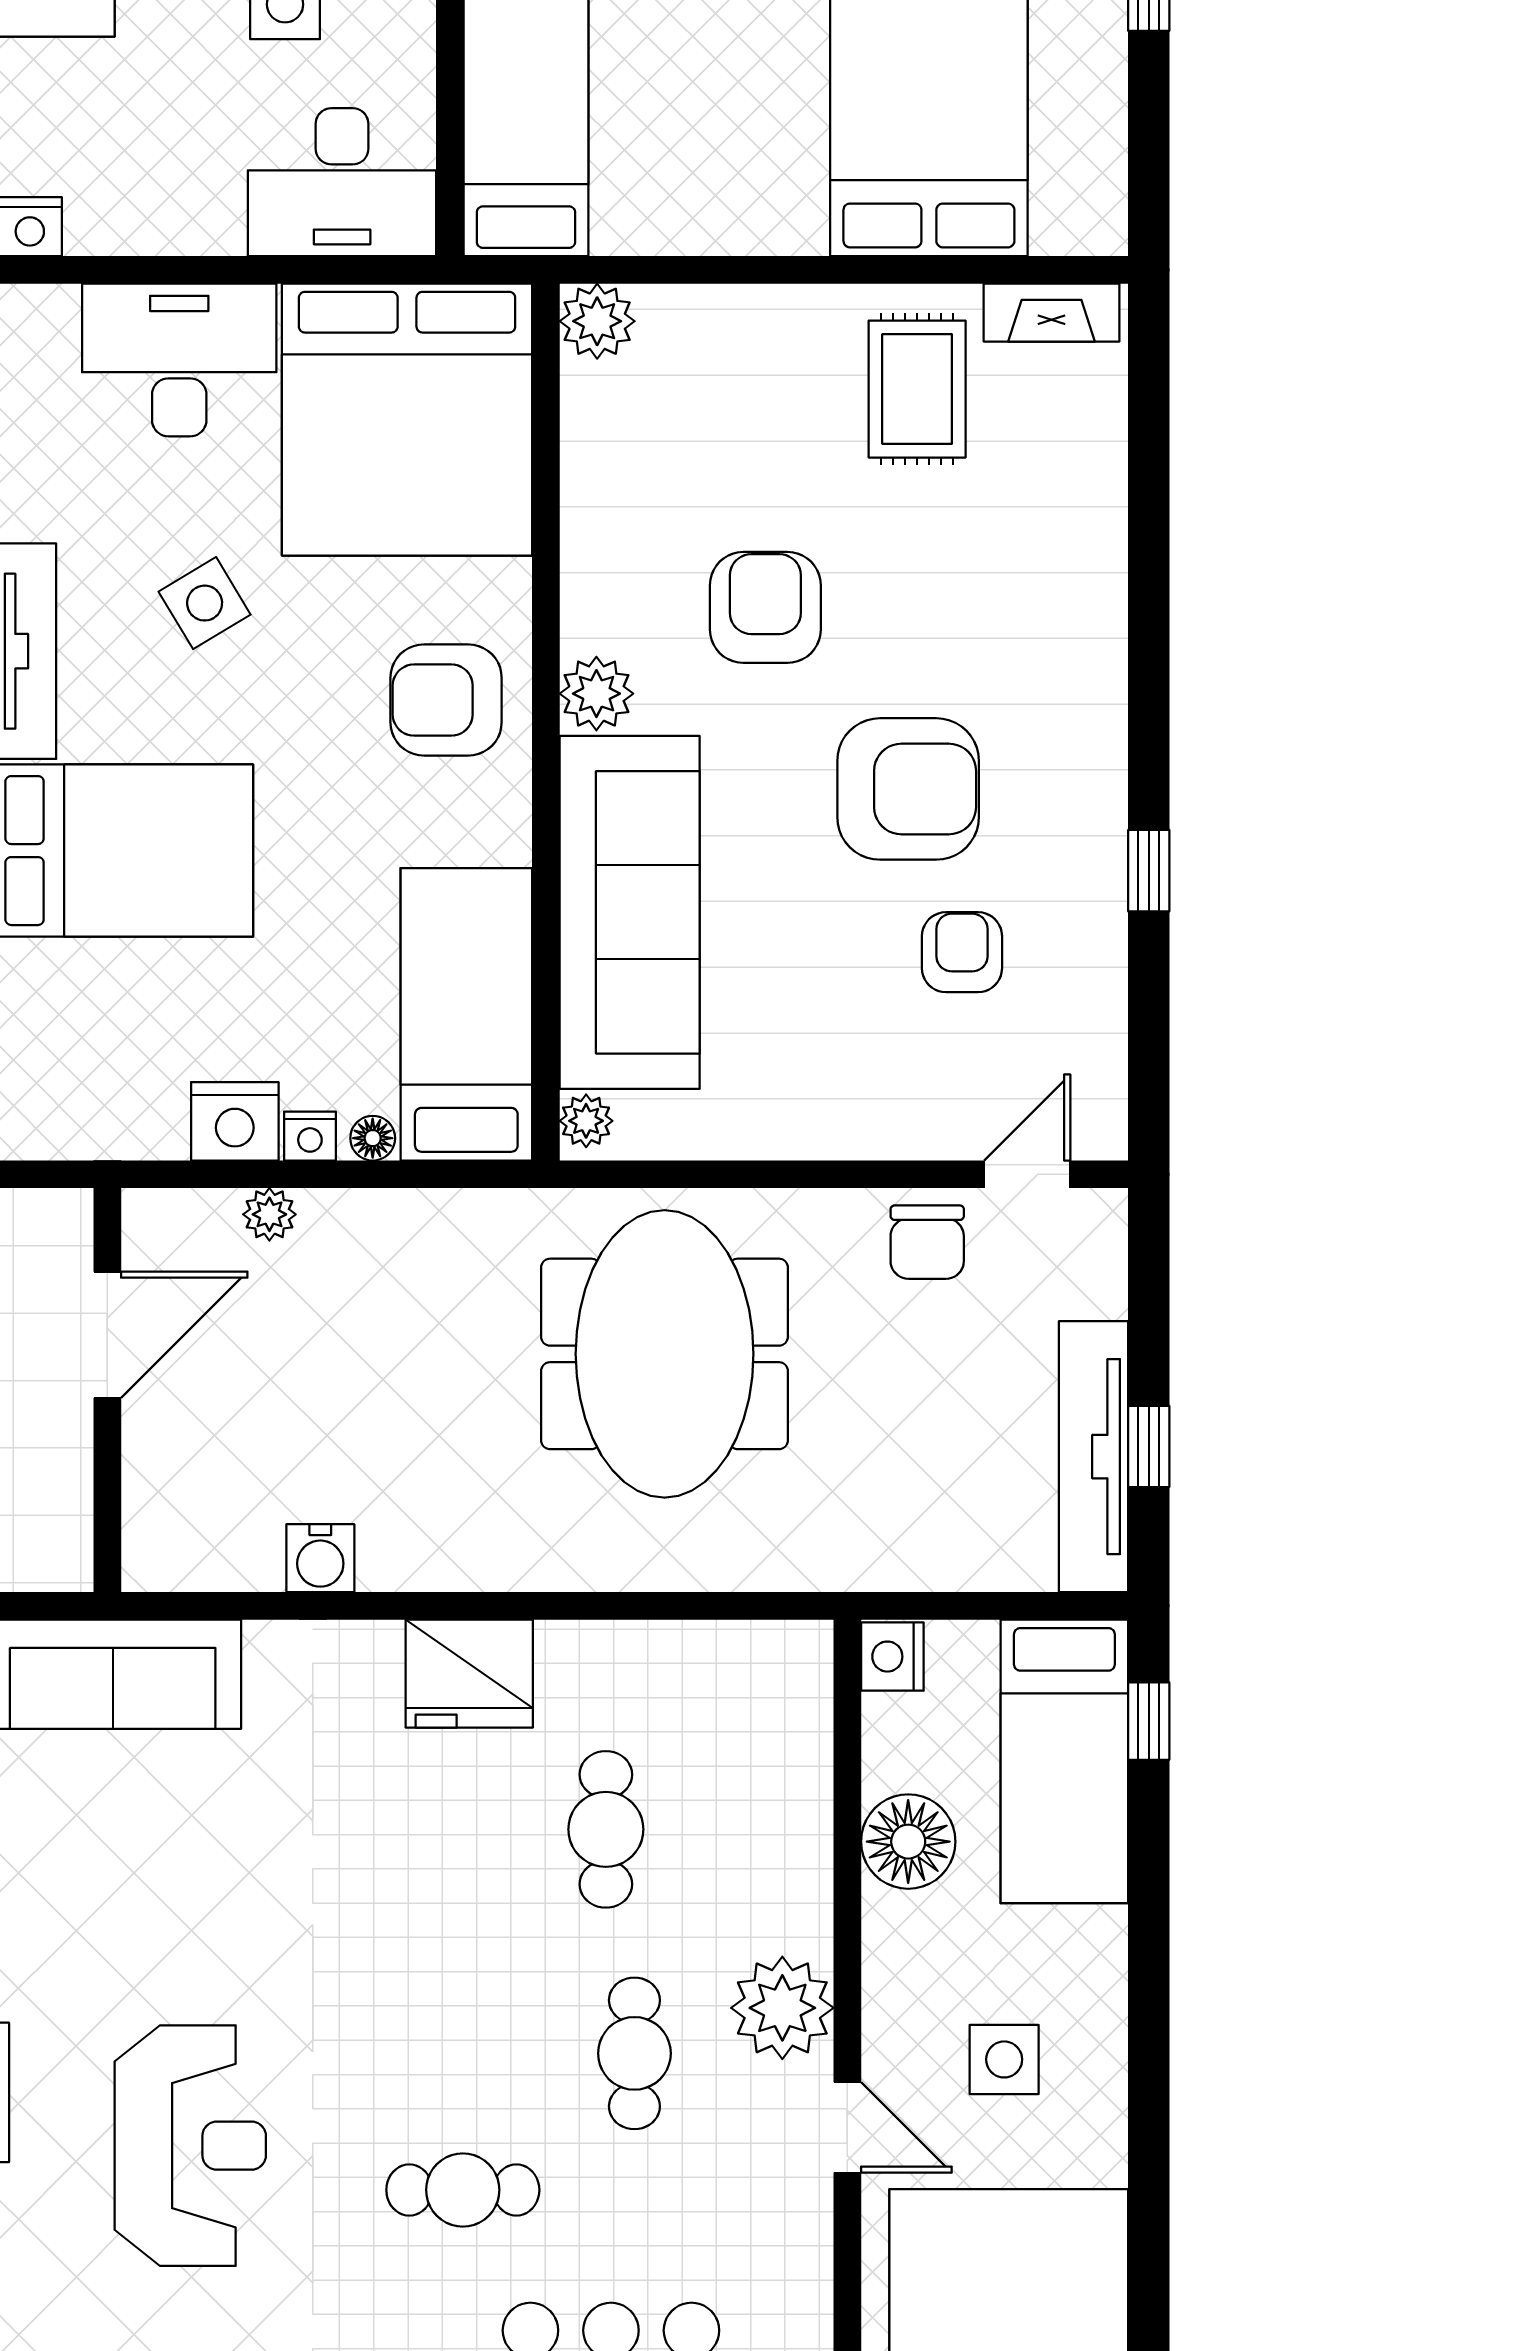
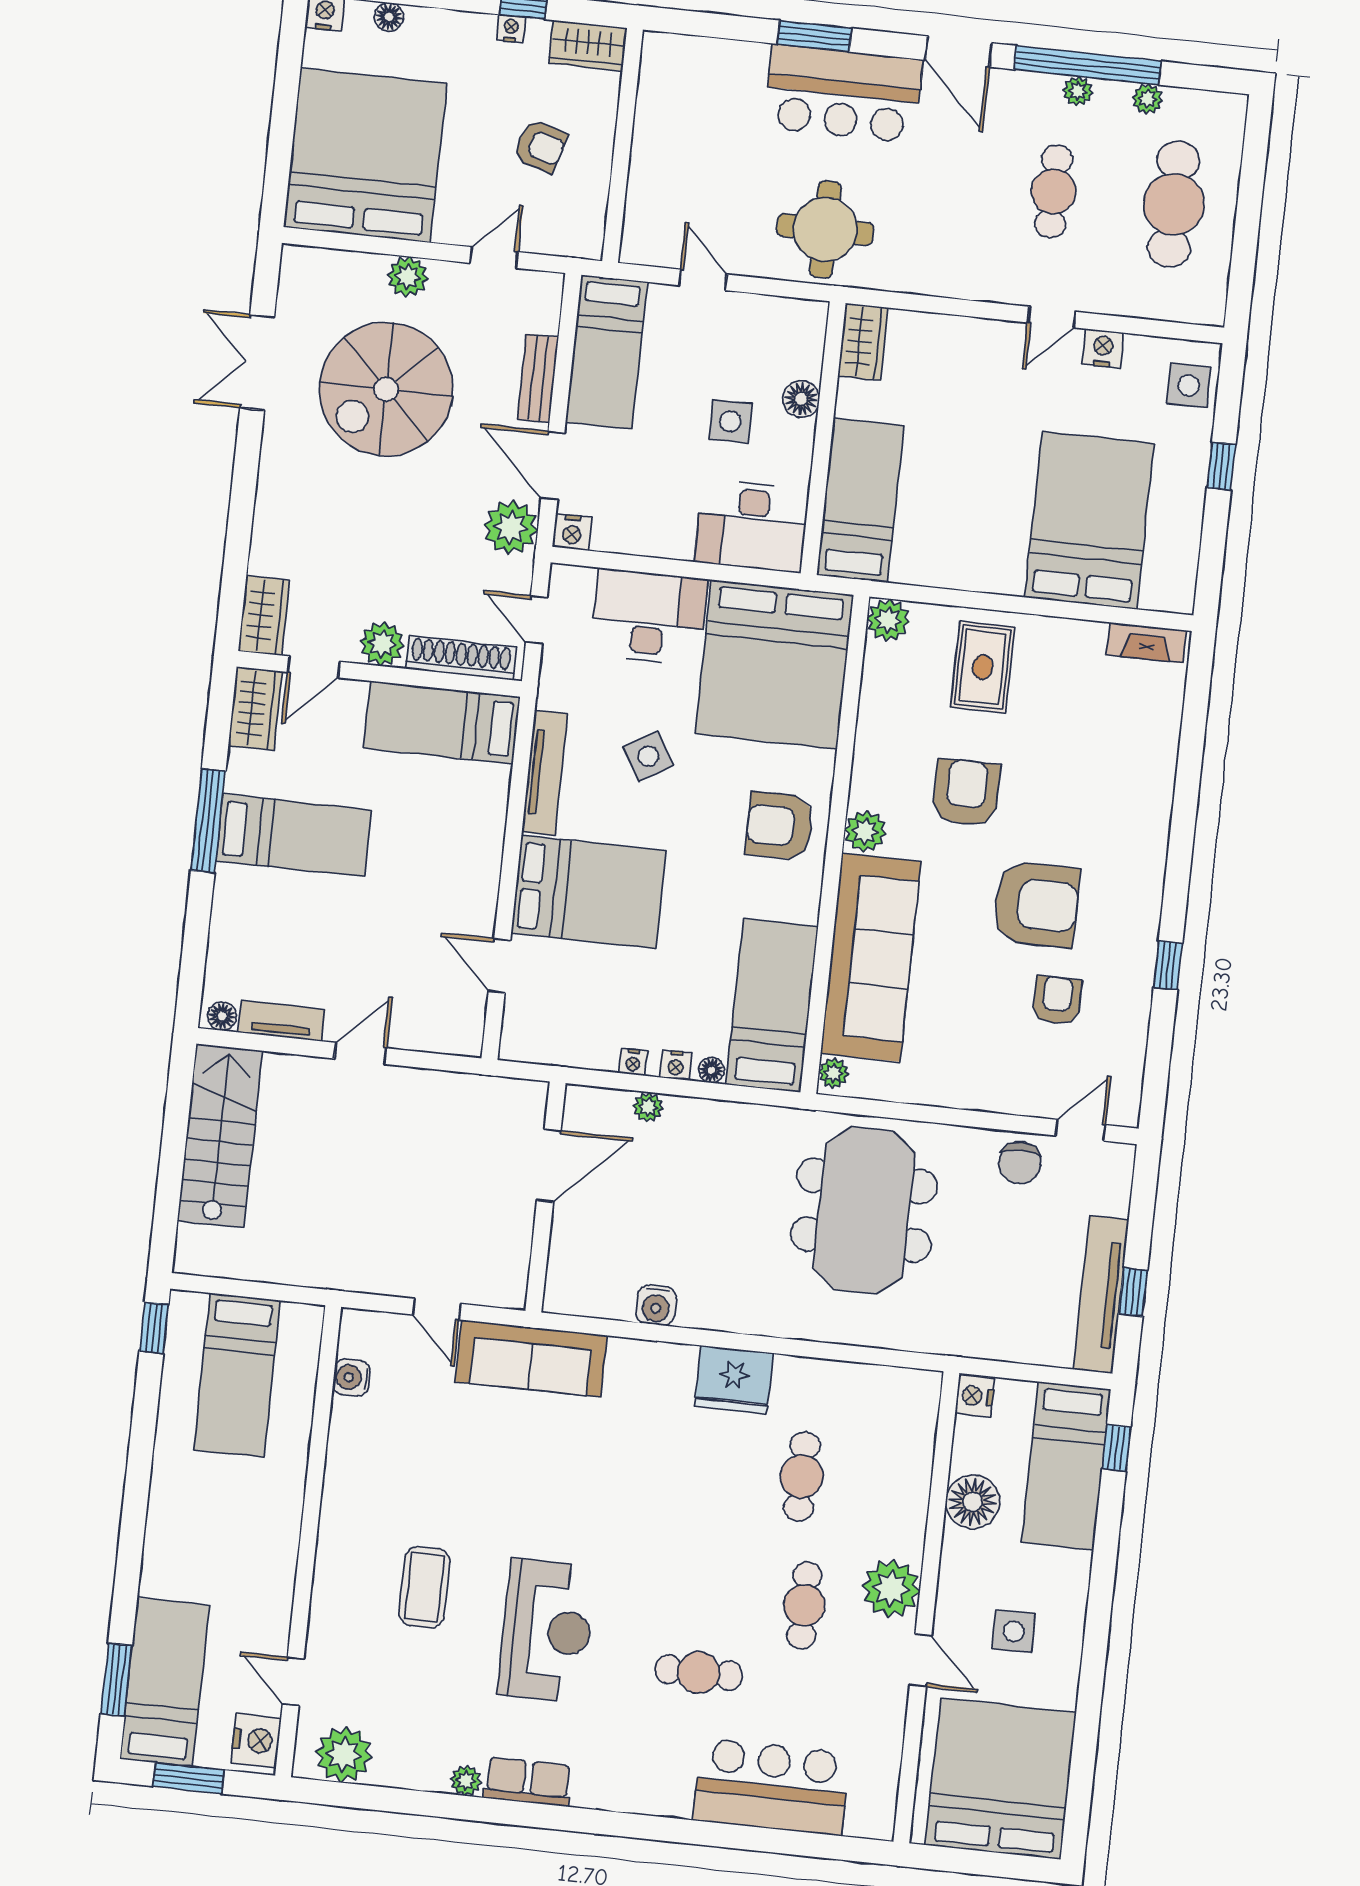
rug: (917, 389) -> (983, 667), moved
nightstand: (235, 1121) -> (633, 1062), width x0.53, depth x0.56

